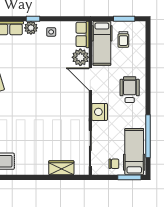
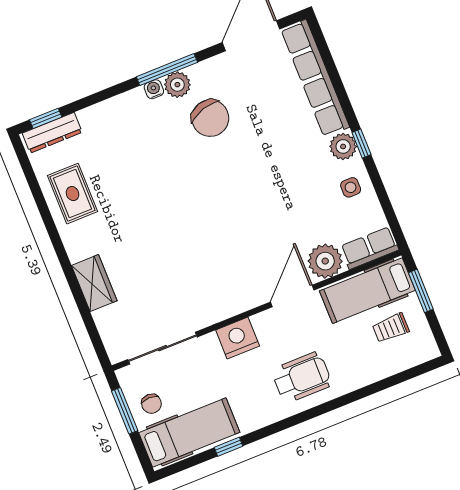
window: (124, 19) -> (421, 291), moved
window: (148, 136) -> (229, 447), width x0.32
wardrobe: (61, 168) -> (94, 283), moved
window: (129, 177) -> (125, 411), moved

